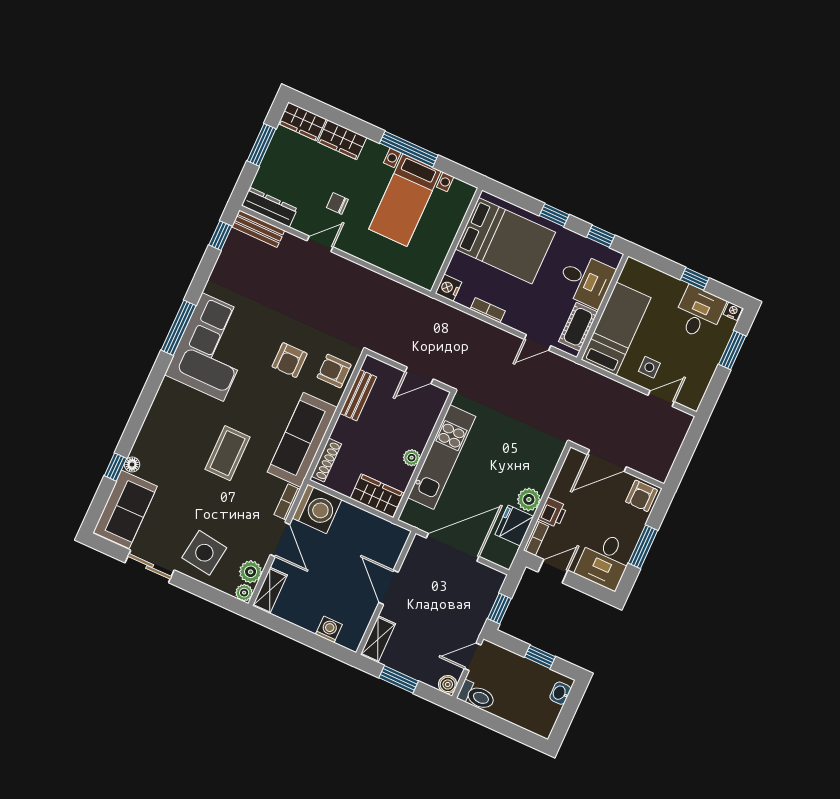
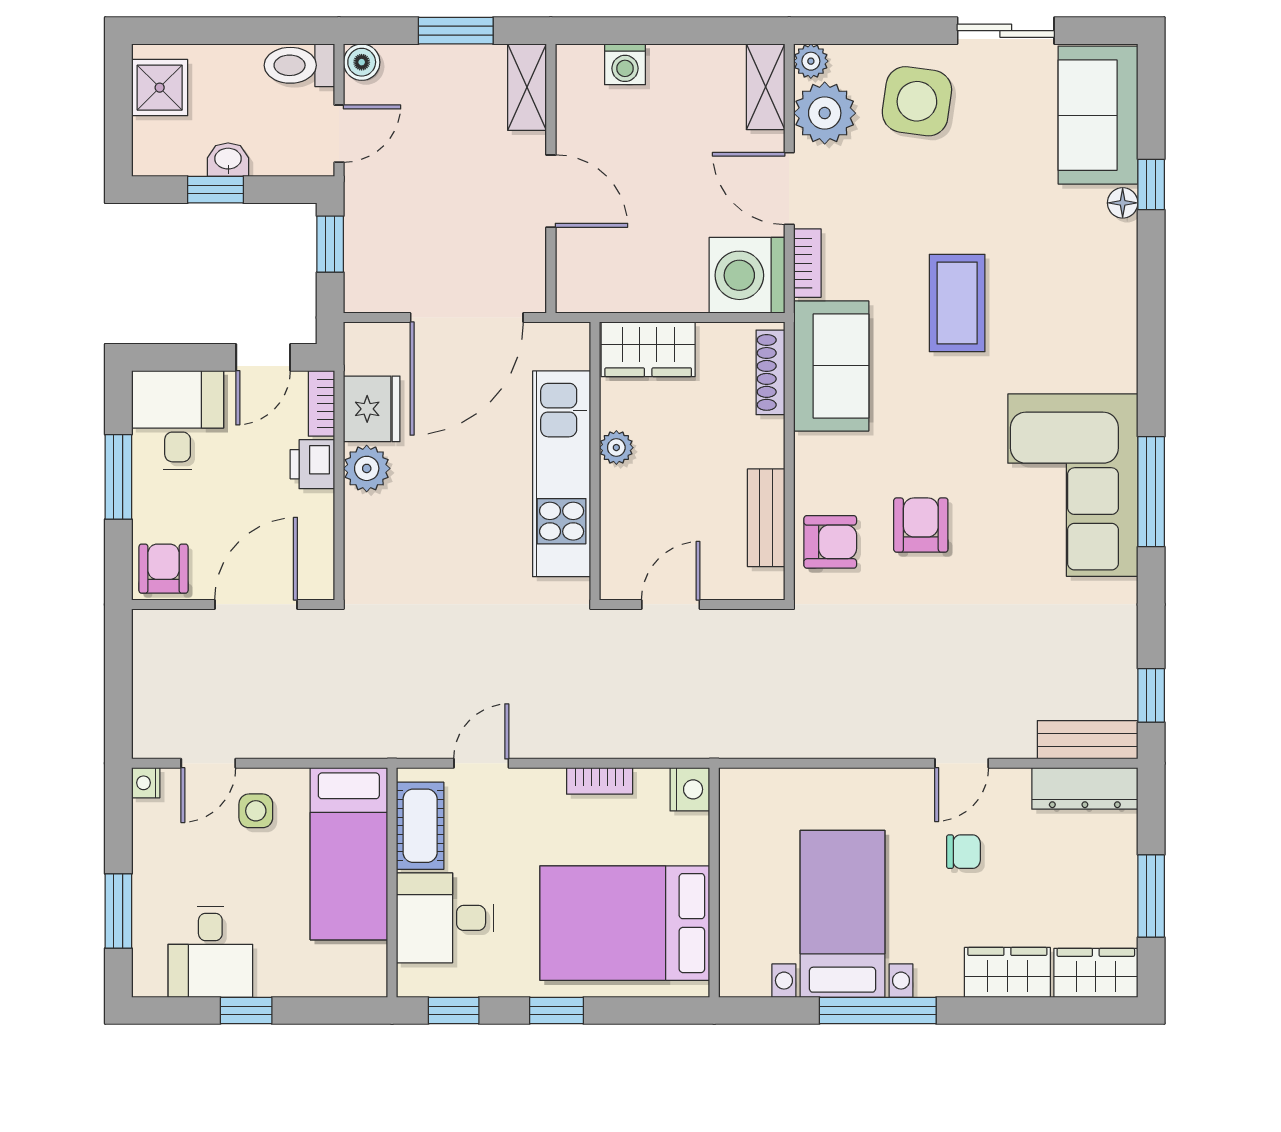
nightstand: (733, 311) -> (146, 783), moved, turned 90
sofa: (302, 440) -> (831, 366), width x0.73
plant: (251, 572) -> (825, 113), width x1.36, depth x1.36
washbasin: (560, 693) -> (228, 160), moved, turned -90
shower: (544, 714) -> (160, 88), added

